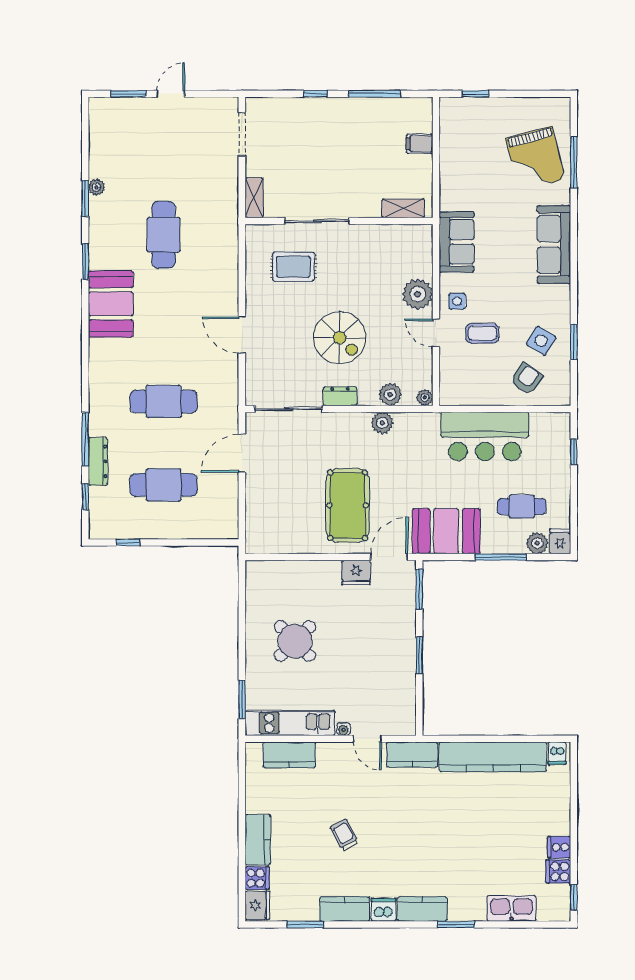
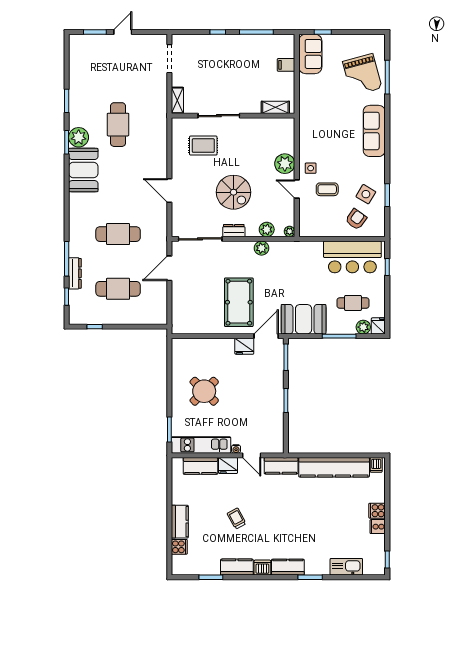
plant: (96, 187) -> (79, 137), moved, width x1.87, depth x1.87
sofa: (457, 242) -> (310, 54), moved
bar counter: (485, 436) -> (352, 257), moved
cooker: (558, 871) -> (377, 511), moved
fridge: (257, 905) -> (228, 466), moved, turned 90

